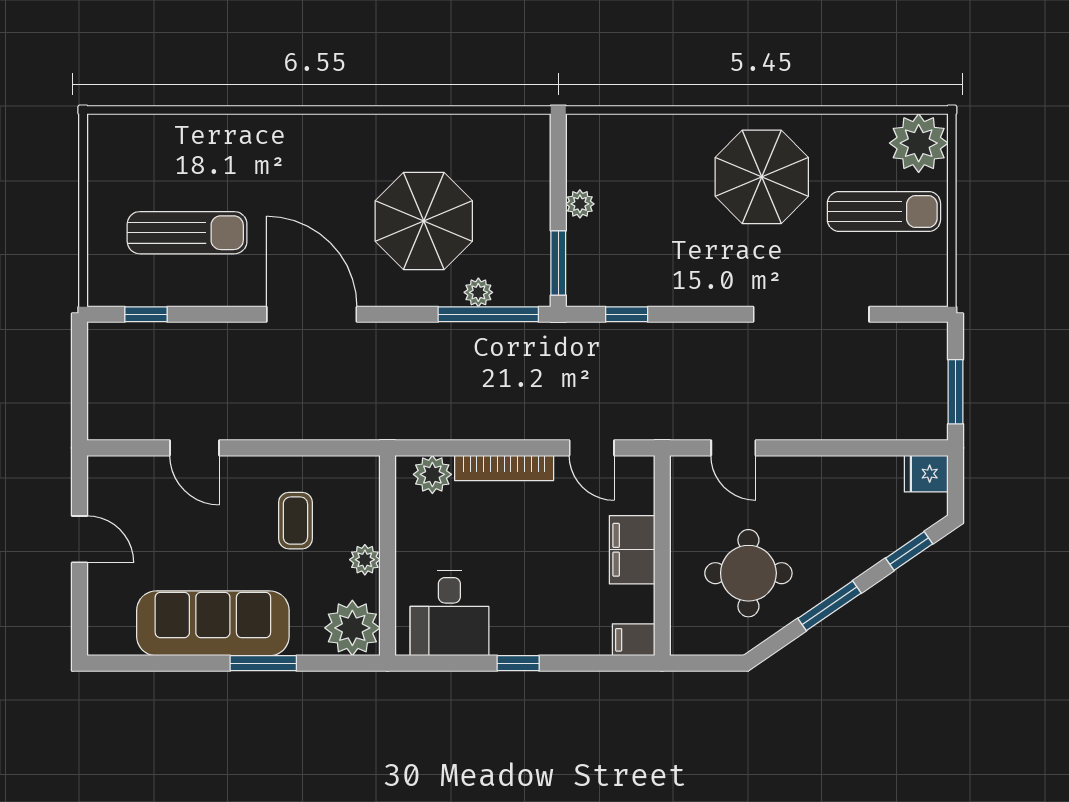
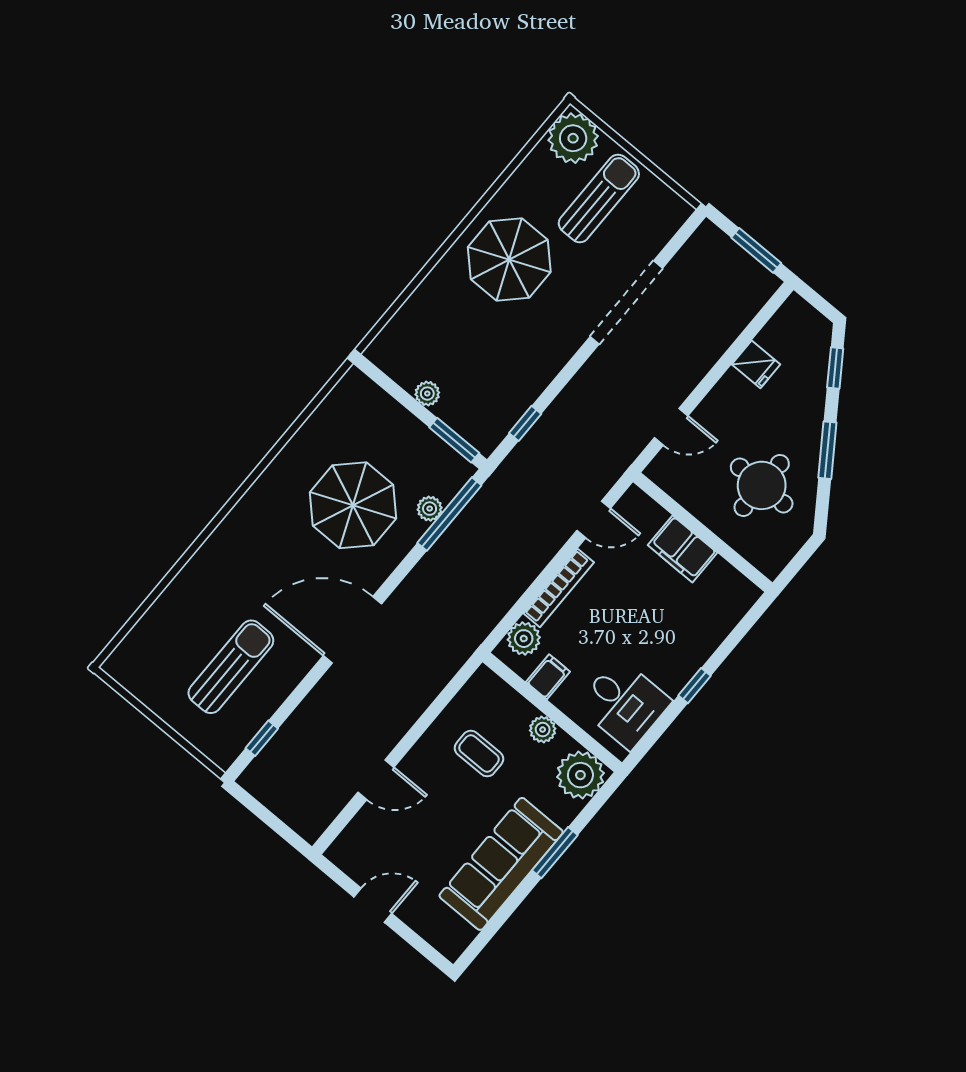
fridge: (926, 474) -> (756, 364), moved, turned -90
filing cabinet: (634, 640) -> (548, 677), moved, turned 180

